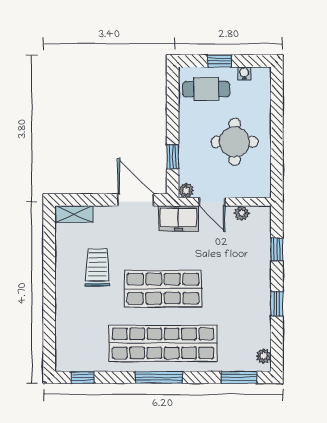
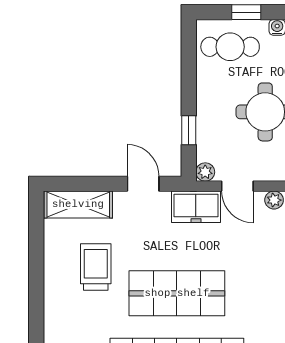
door: (136, 200) -> (143, 184), width x0.73
shelving: (74, 214) -> (78, 204), width x1.50, depth x1.33

